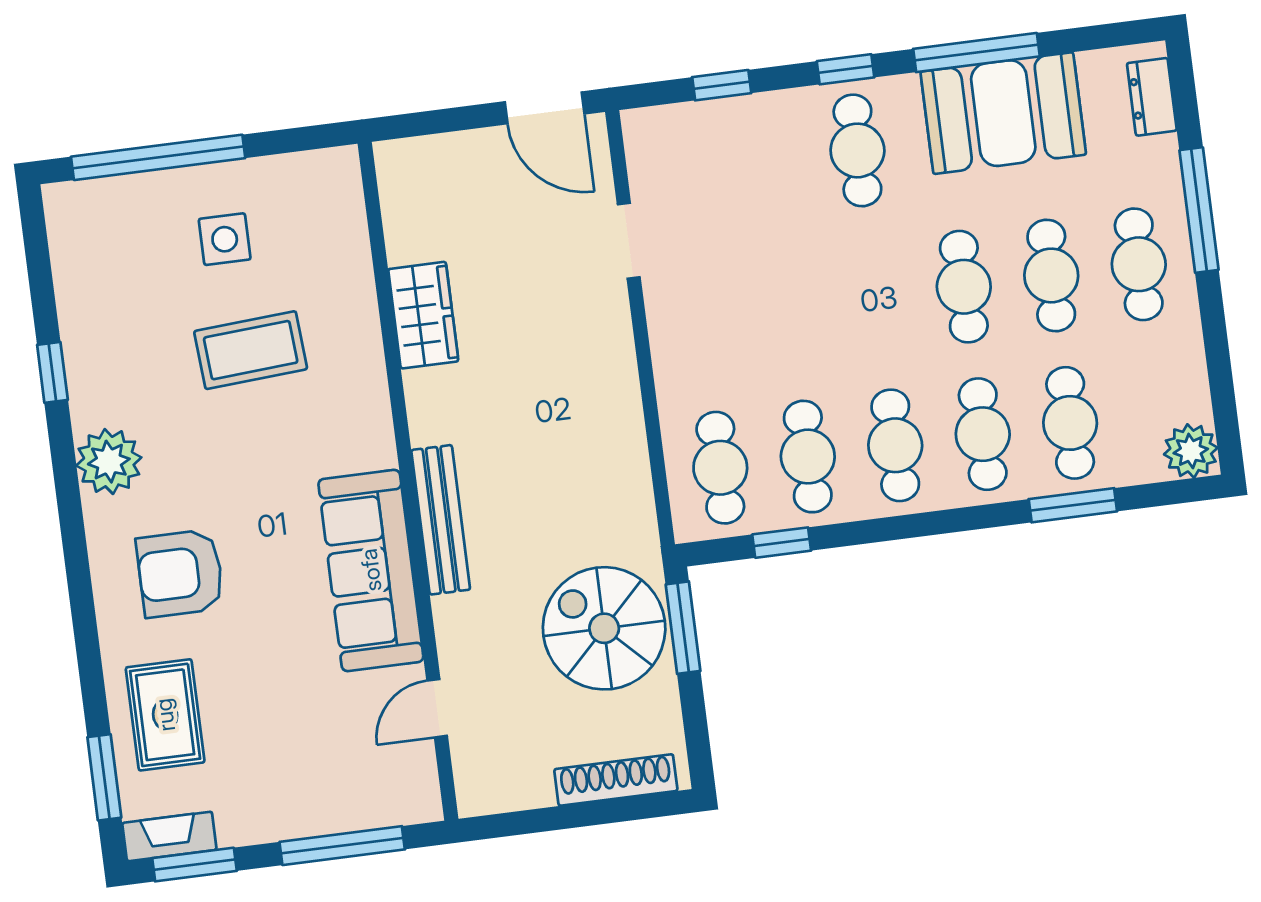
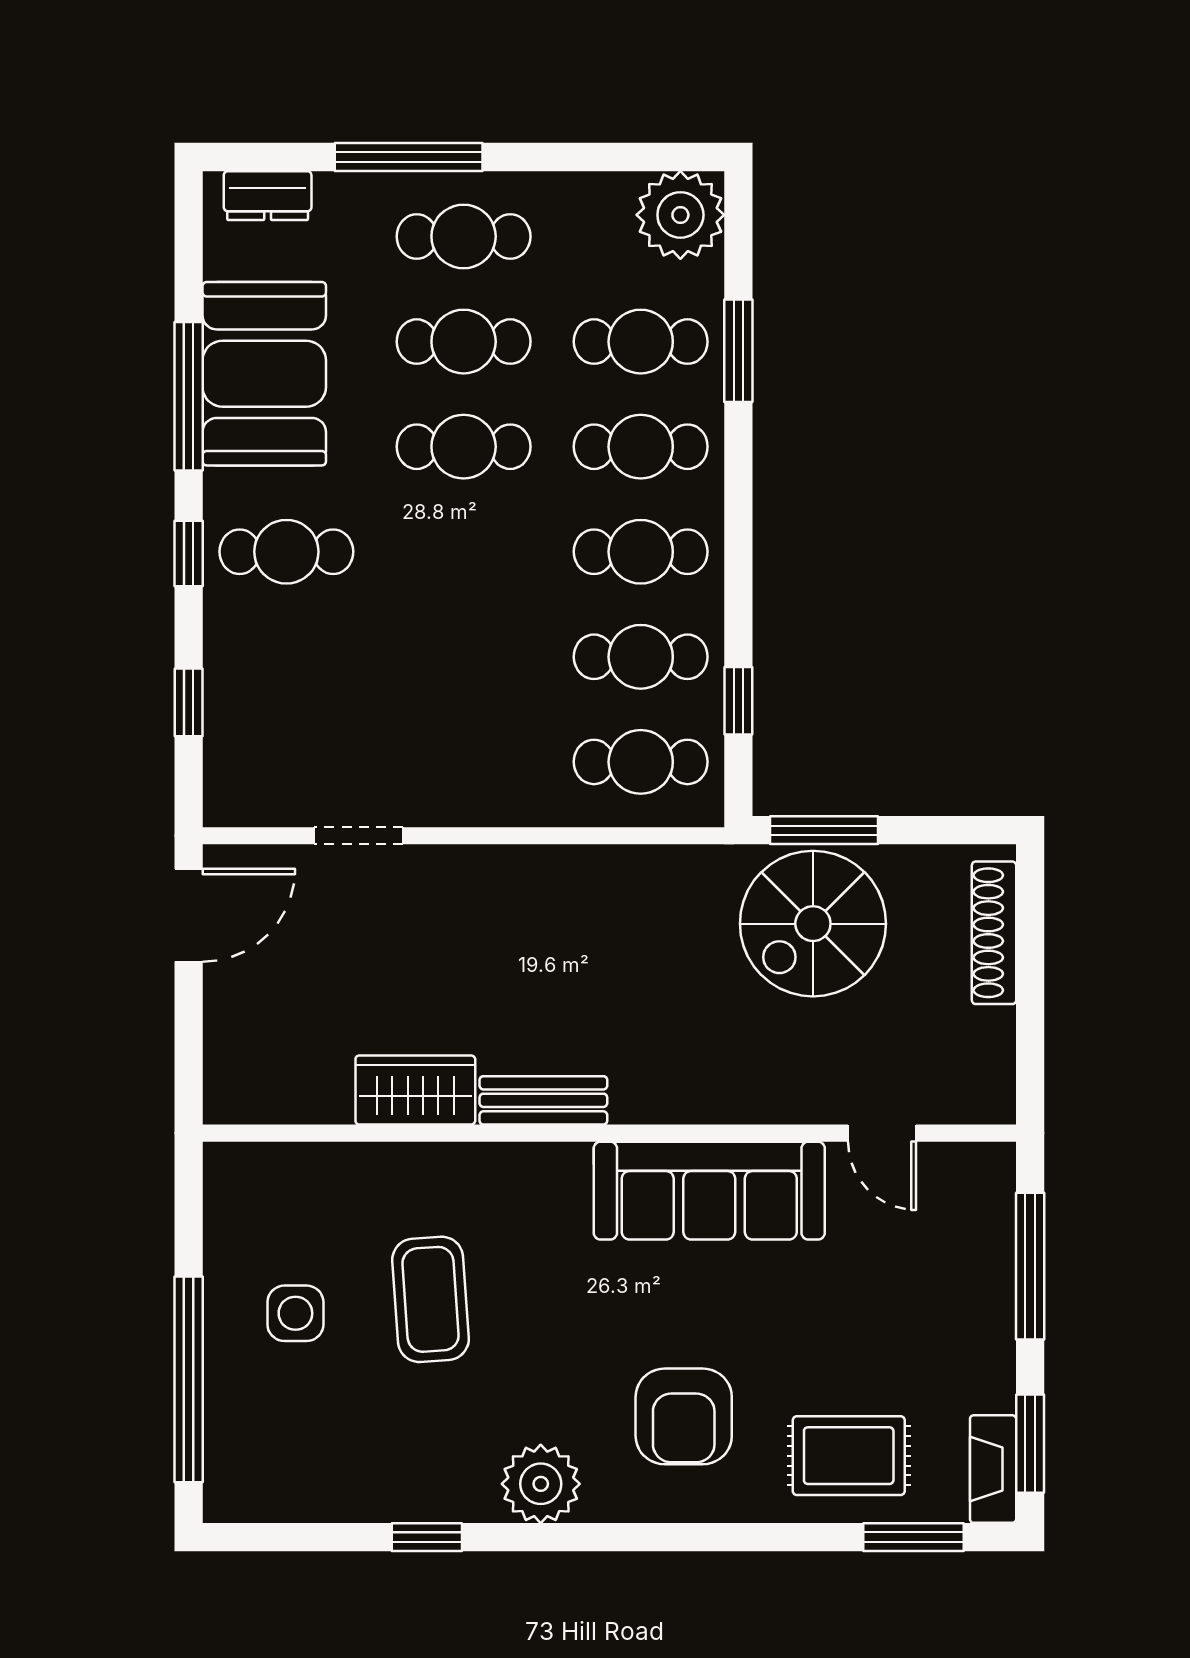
plant: (1191, 451) -> (680, 215), width x1.36, depth x1.36
bench: (441, 520) -> (543, 1100), moved, width x0.73

